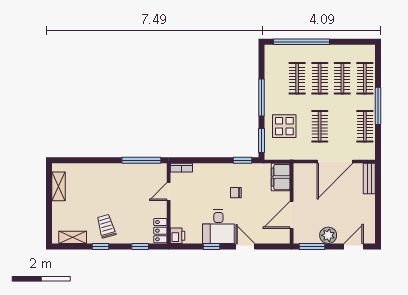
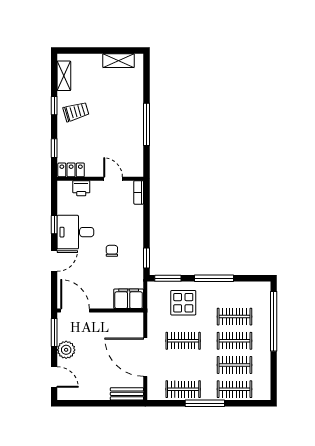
window: (141, 160) -> (146, 124), moved
door: (292, 215) -> (75, 311), moved
printer: (178, 236) -> (81, 188), moved

